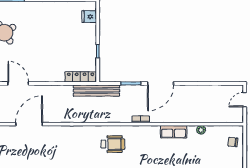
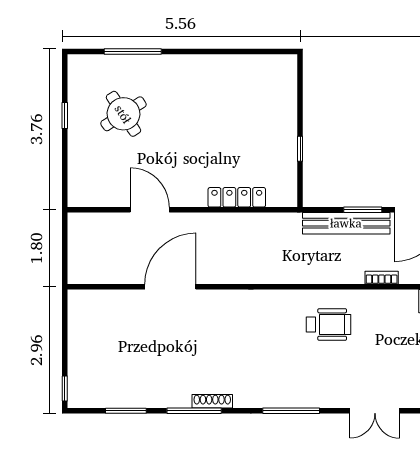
fridge: (89, 17) -> (284, 83), removed
locker: (81, 77) -> (237, 197), moved
bench: (96, 91) -> (346, 223), moved

